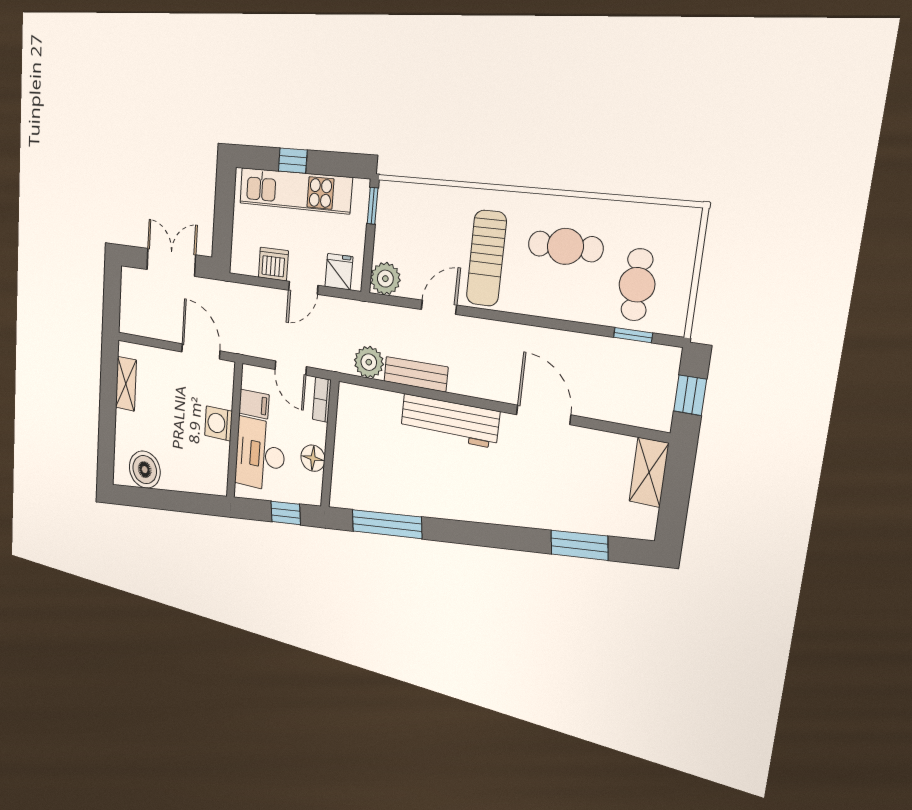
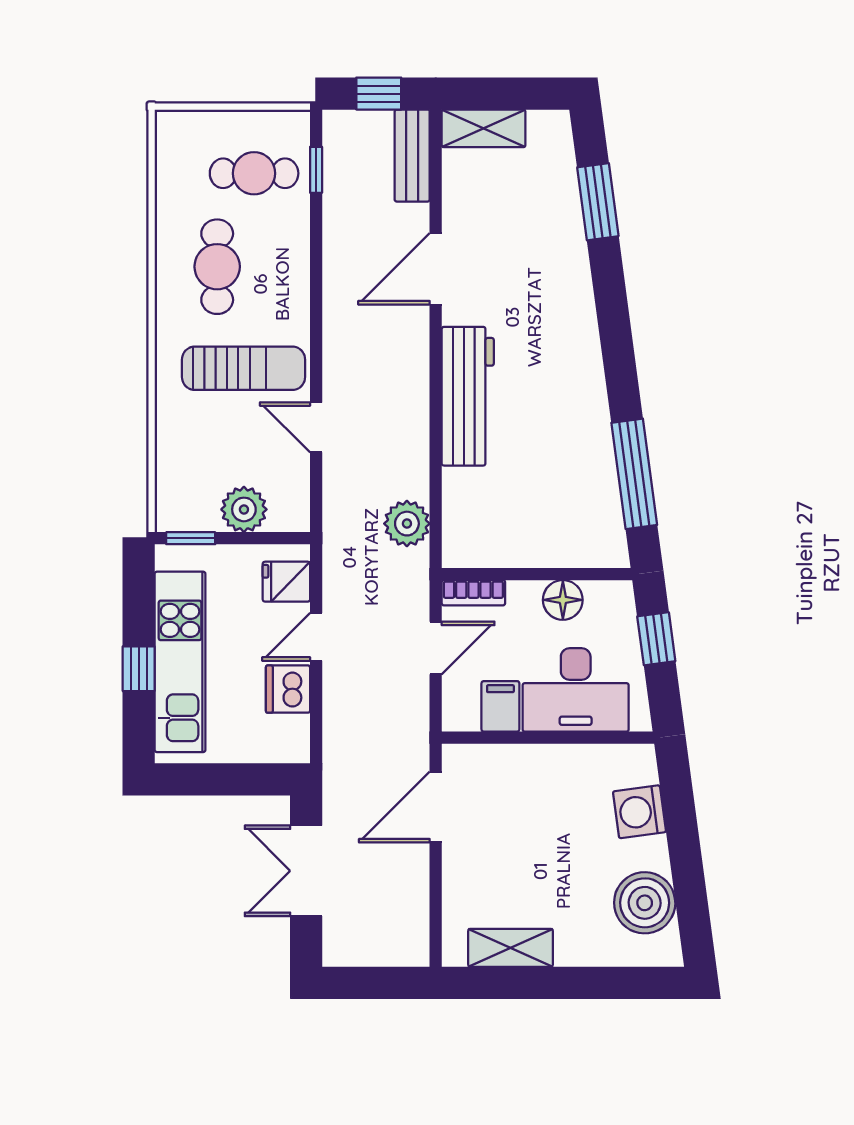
plant: (385, 279) -> (244, 509), moved
door: (303, 288) -> (316, 637), swing flipped
bench: (416, 374) -> (412, 156), moved
washing machine: (218, 423) -> (639, 812), moved, turned 82

